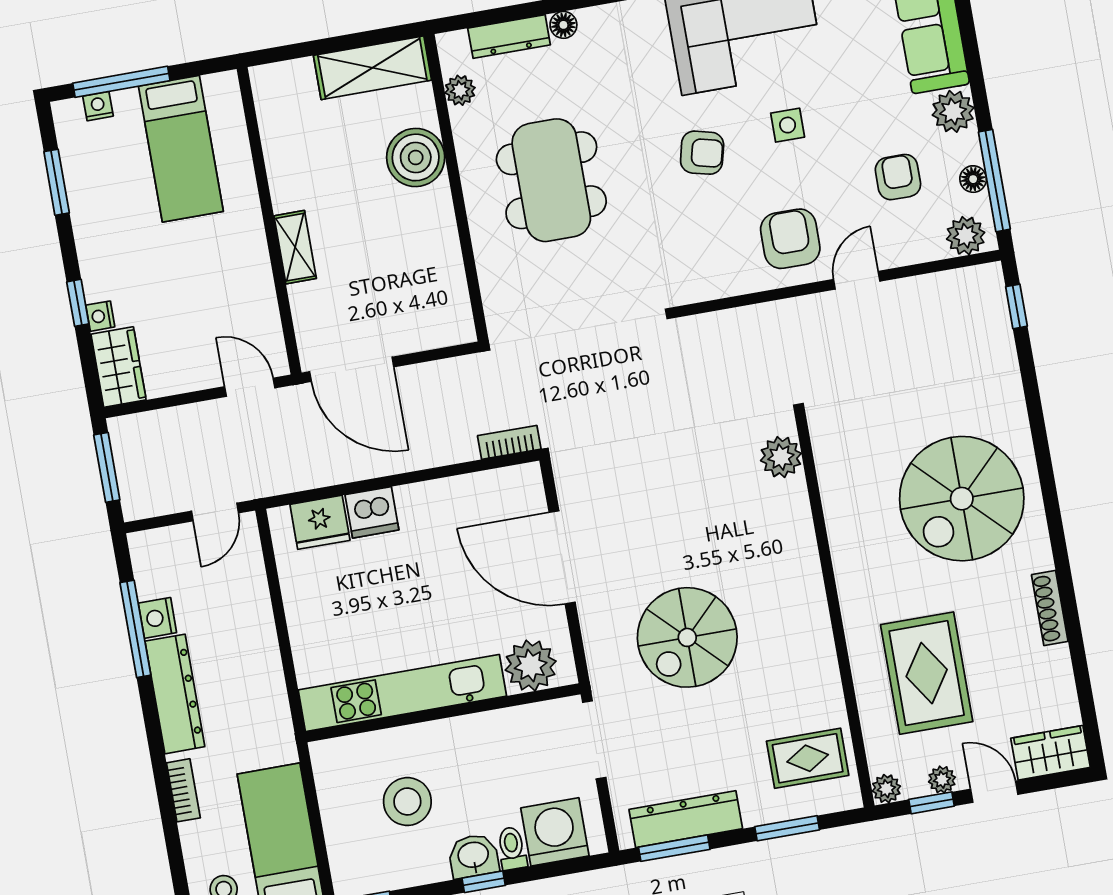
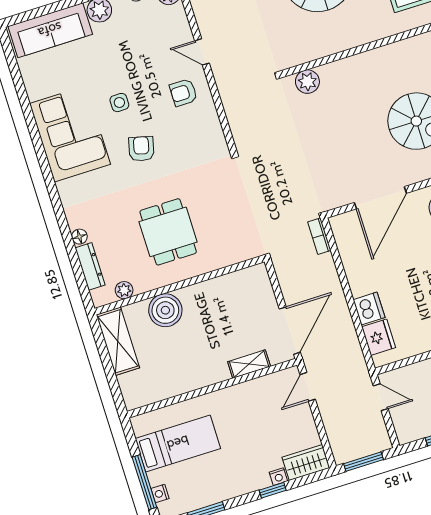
armchair: (898, 177) -> (141, 36), removed
dining table: (551, 180) -> (168, 232), width x0.73
armchair: (790, 239) -> (183, 93), width x0.72, depth x0.72
shelving: (295, 247) -> (249, 364), moved

